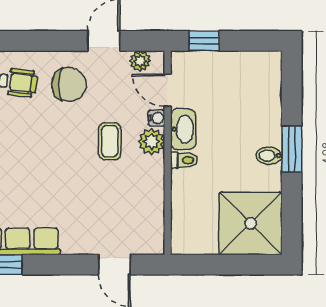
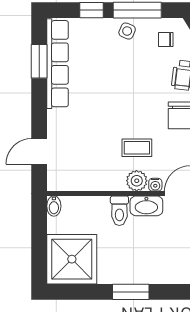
bidet: (269, 156) -> (54, 206), moved, turned 180
toilet: (184, 160) -> (119, 211), width x1.37, depth x1.39

